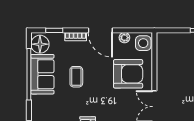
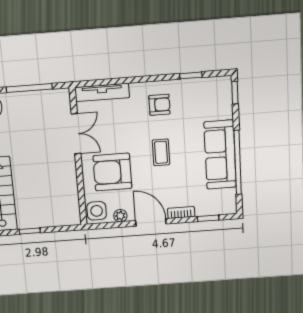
floor lamp: (40, 44) -> (225, 200), removed
sofa: (42, 74) -> (220, 155), width x1.36
coffee table: (76, 77) -> (161, 152), moved

